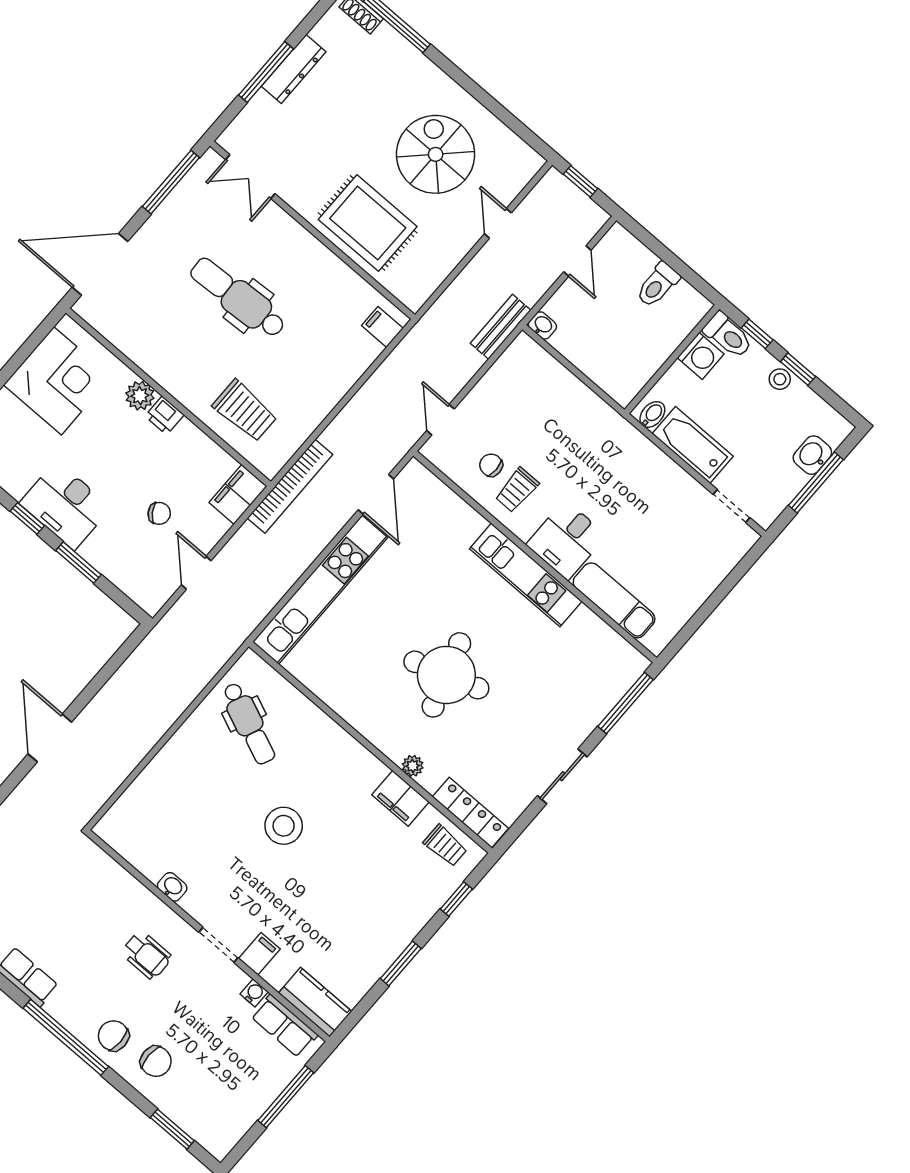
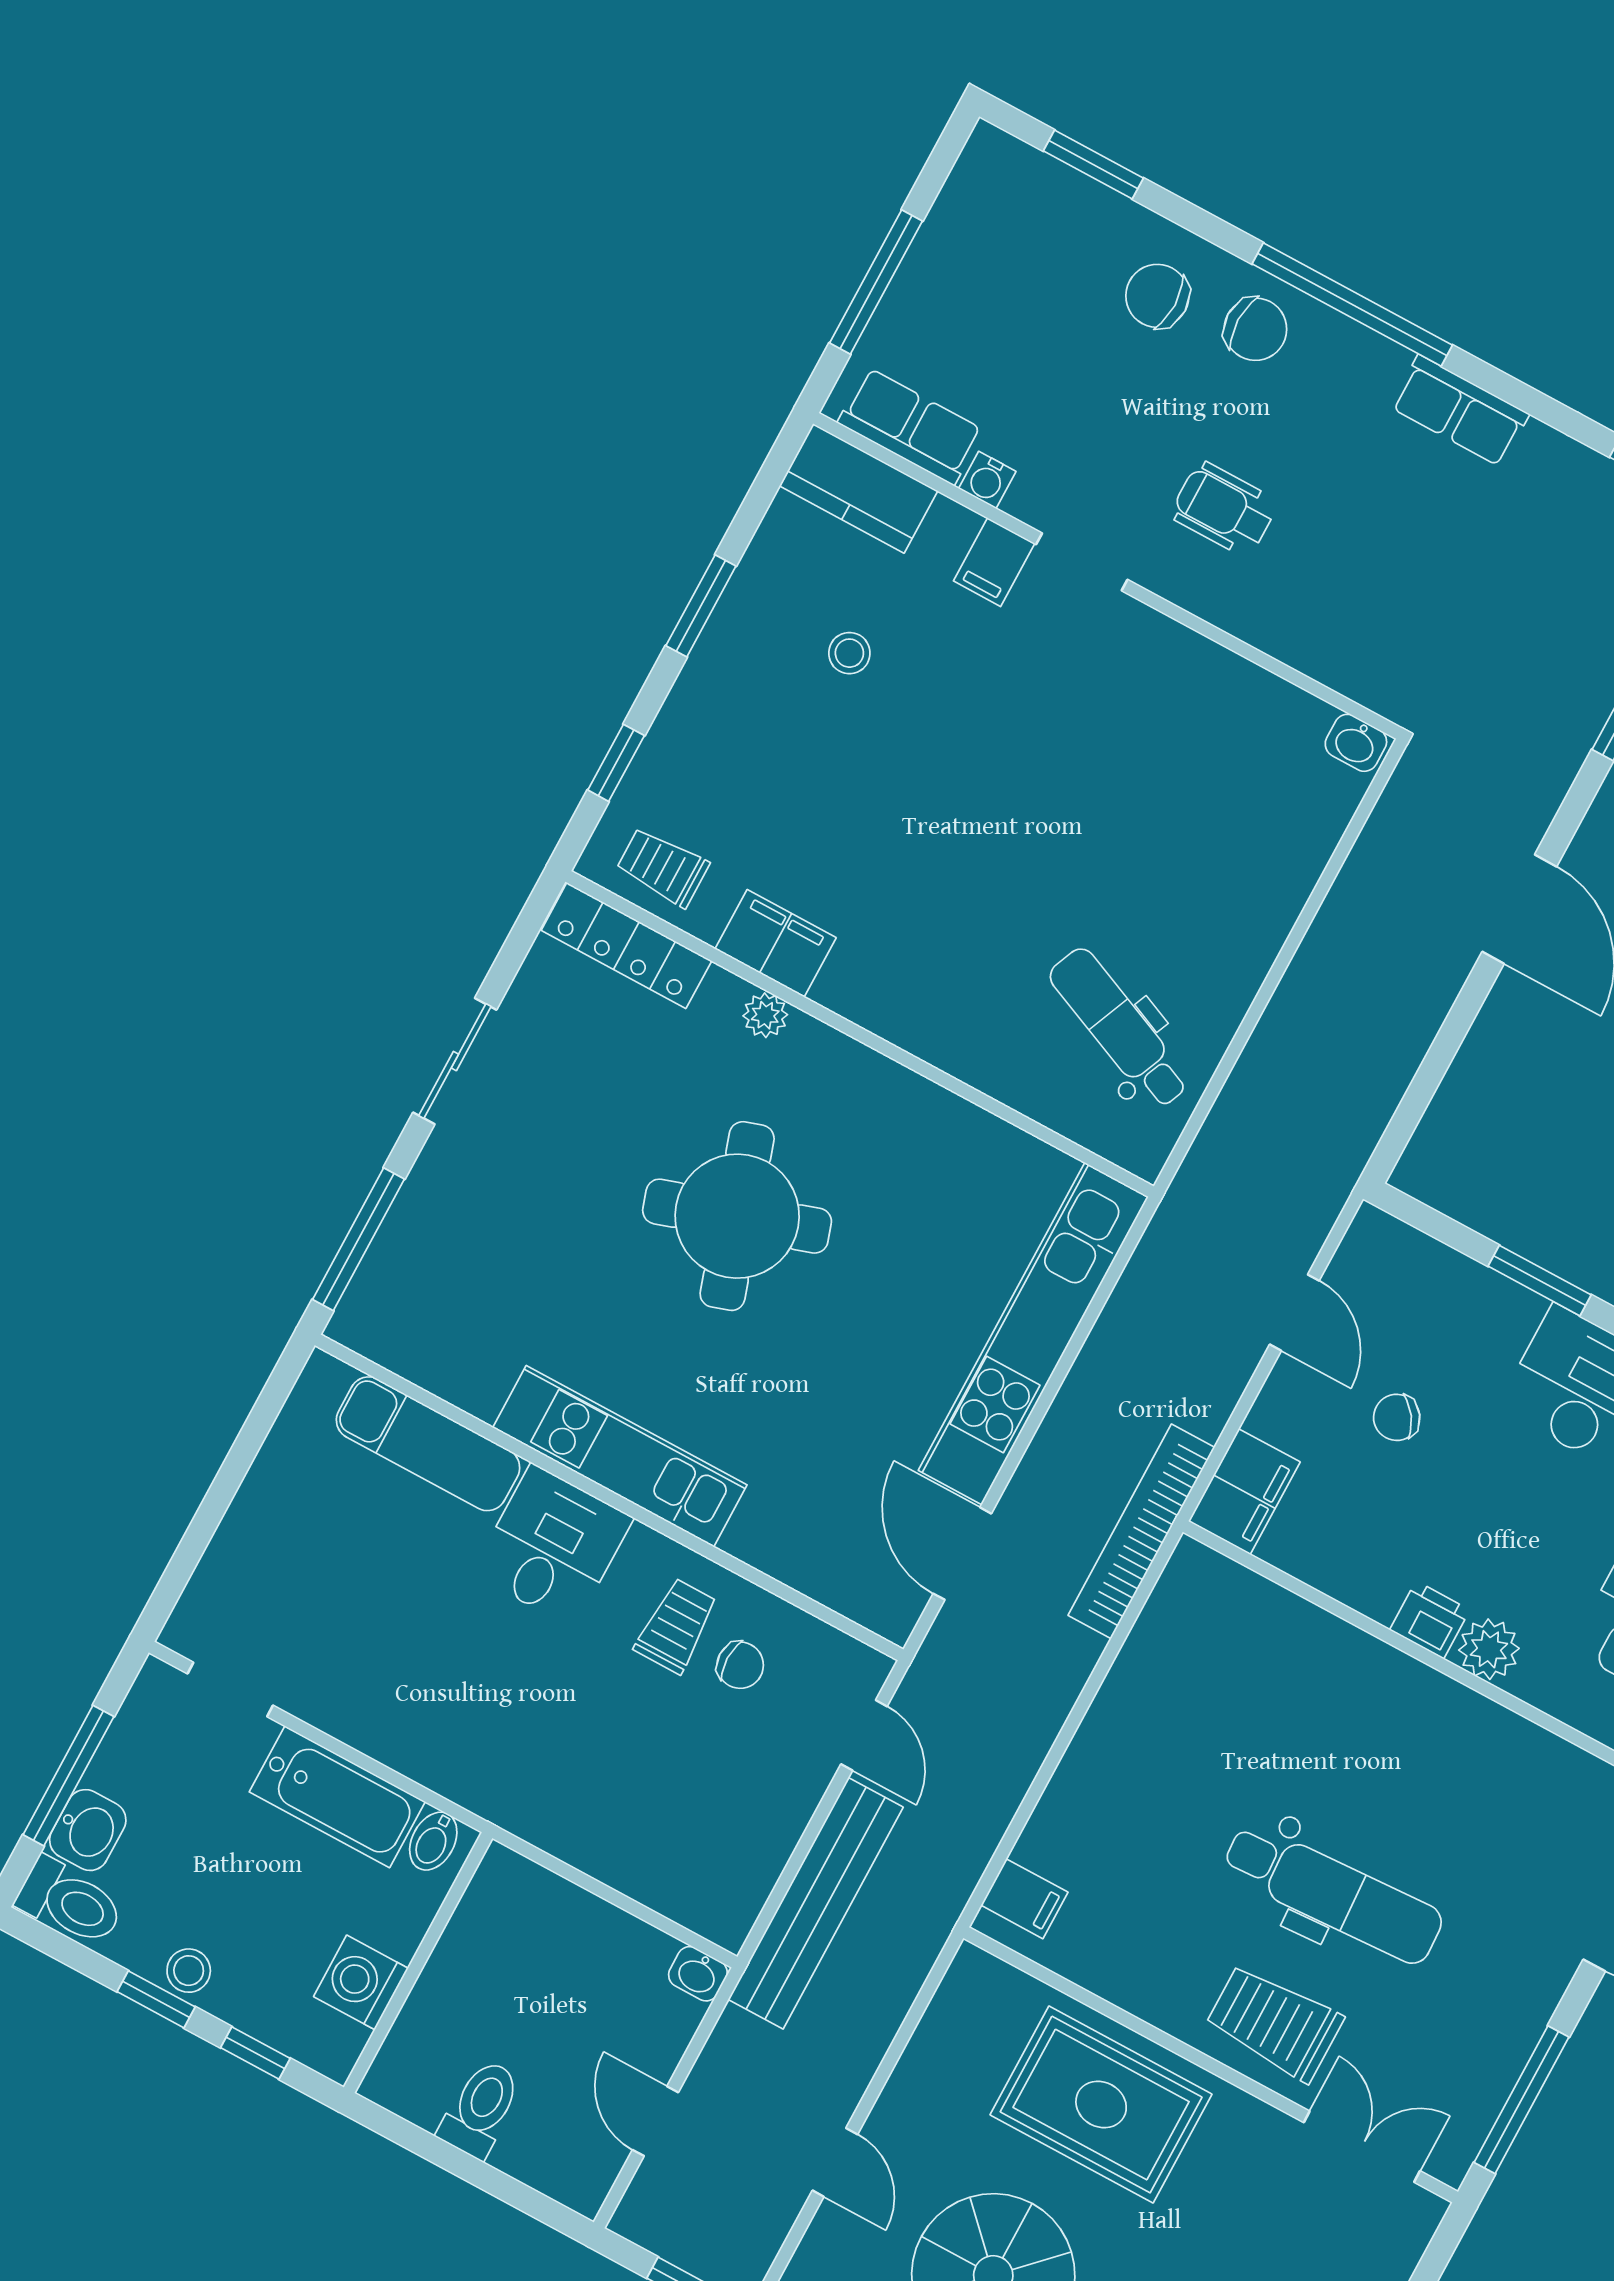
bench: (501, 327) -> (816, 1903), width x1.86, depth x1.21
toilet: (728, 335) -> (70, 1902), moved, turned 180
trolley: (245, 411) -> (1274, 2023), moved
stool: (284, 826) -> (849, 653), moved, width x0.53, depth x0.53
washbasin: (172, 887) -> (1356, 743), moved

